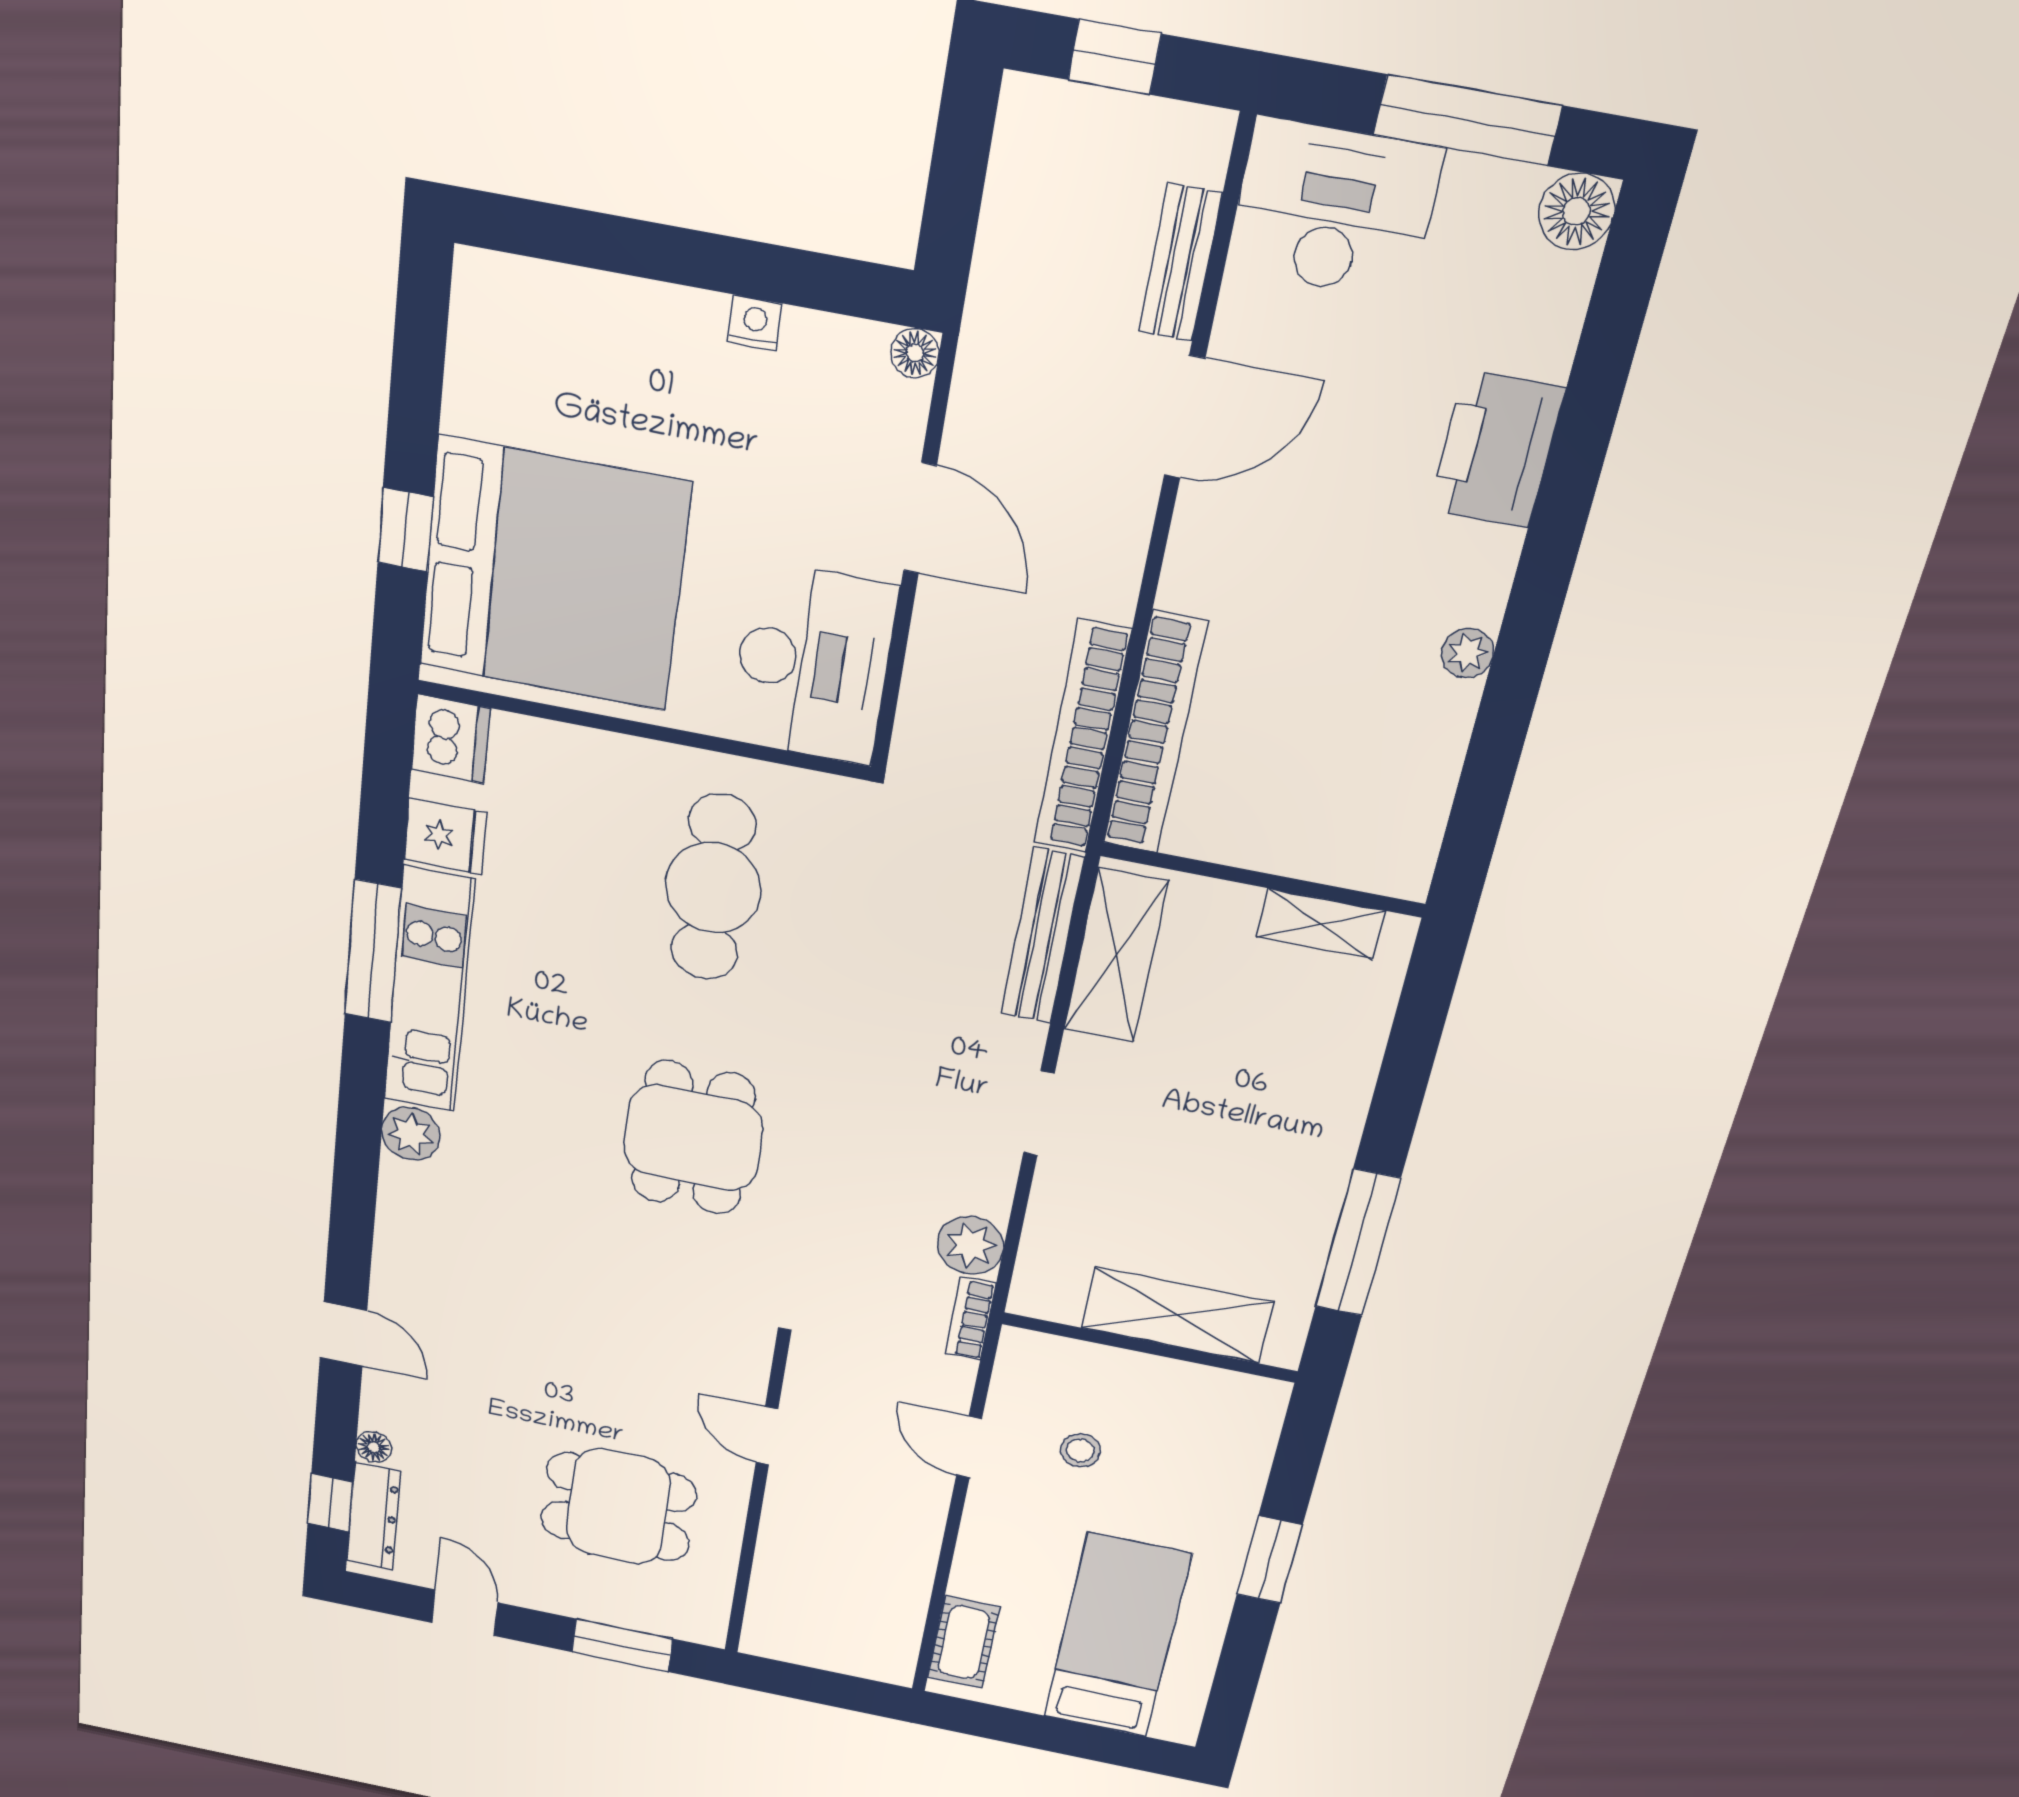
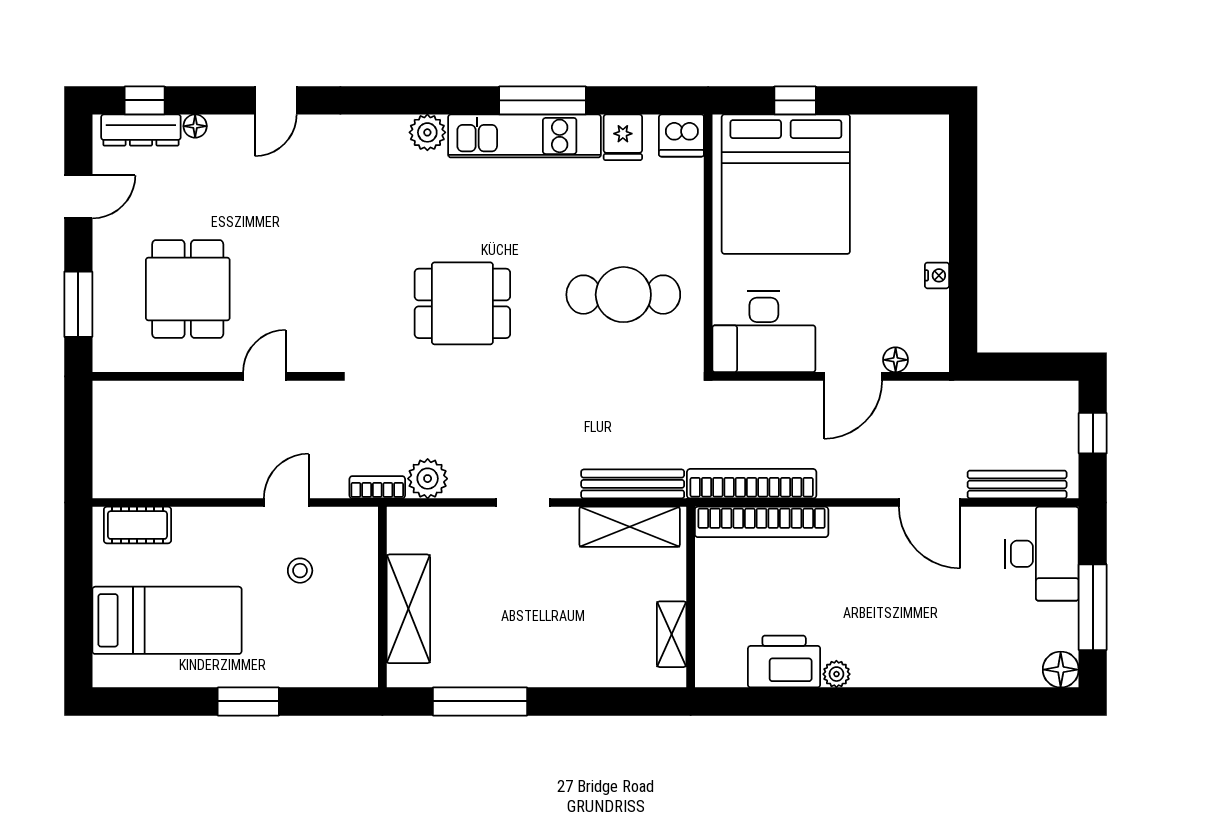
bench: (1180, 263) -> (1017, 484), width x1.36
floor lamp: (915, 353) -> (896, 360), moved
printer: (1497, 449) -> (784, 662), moved

